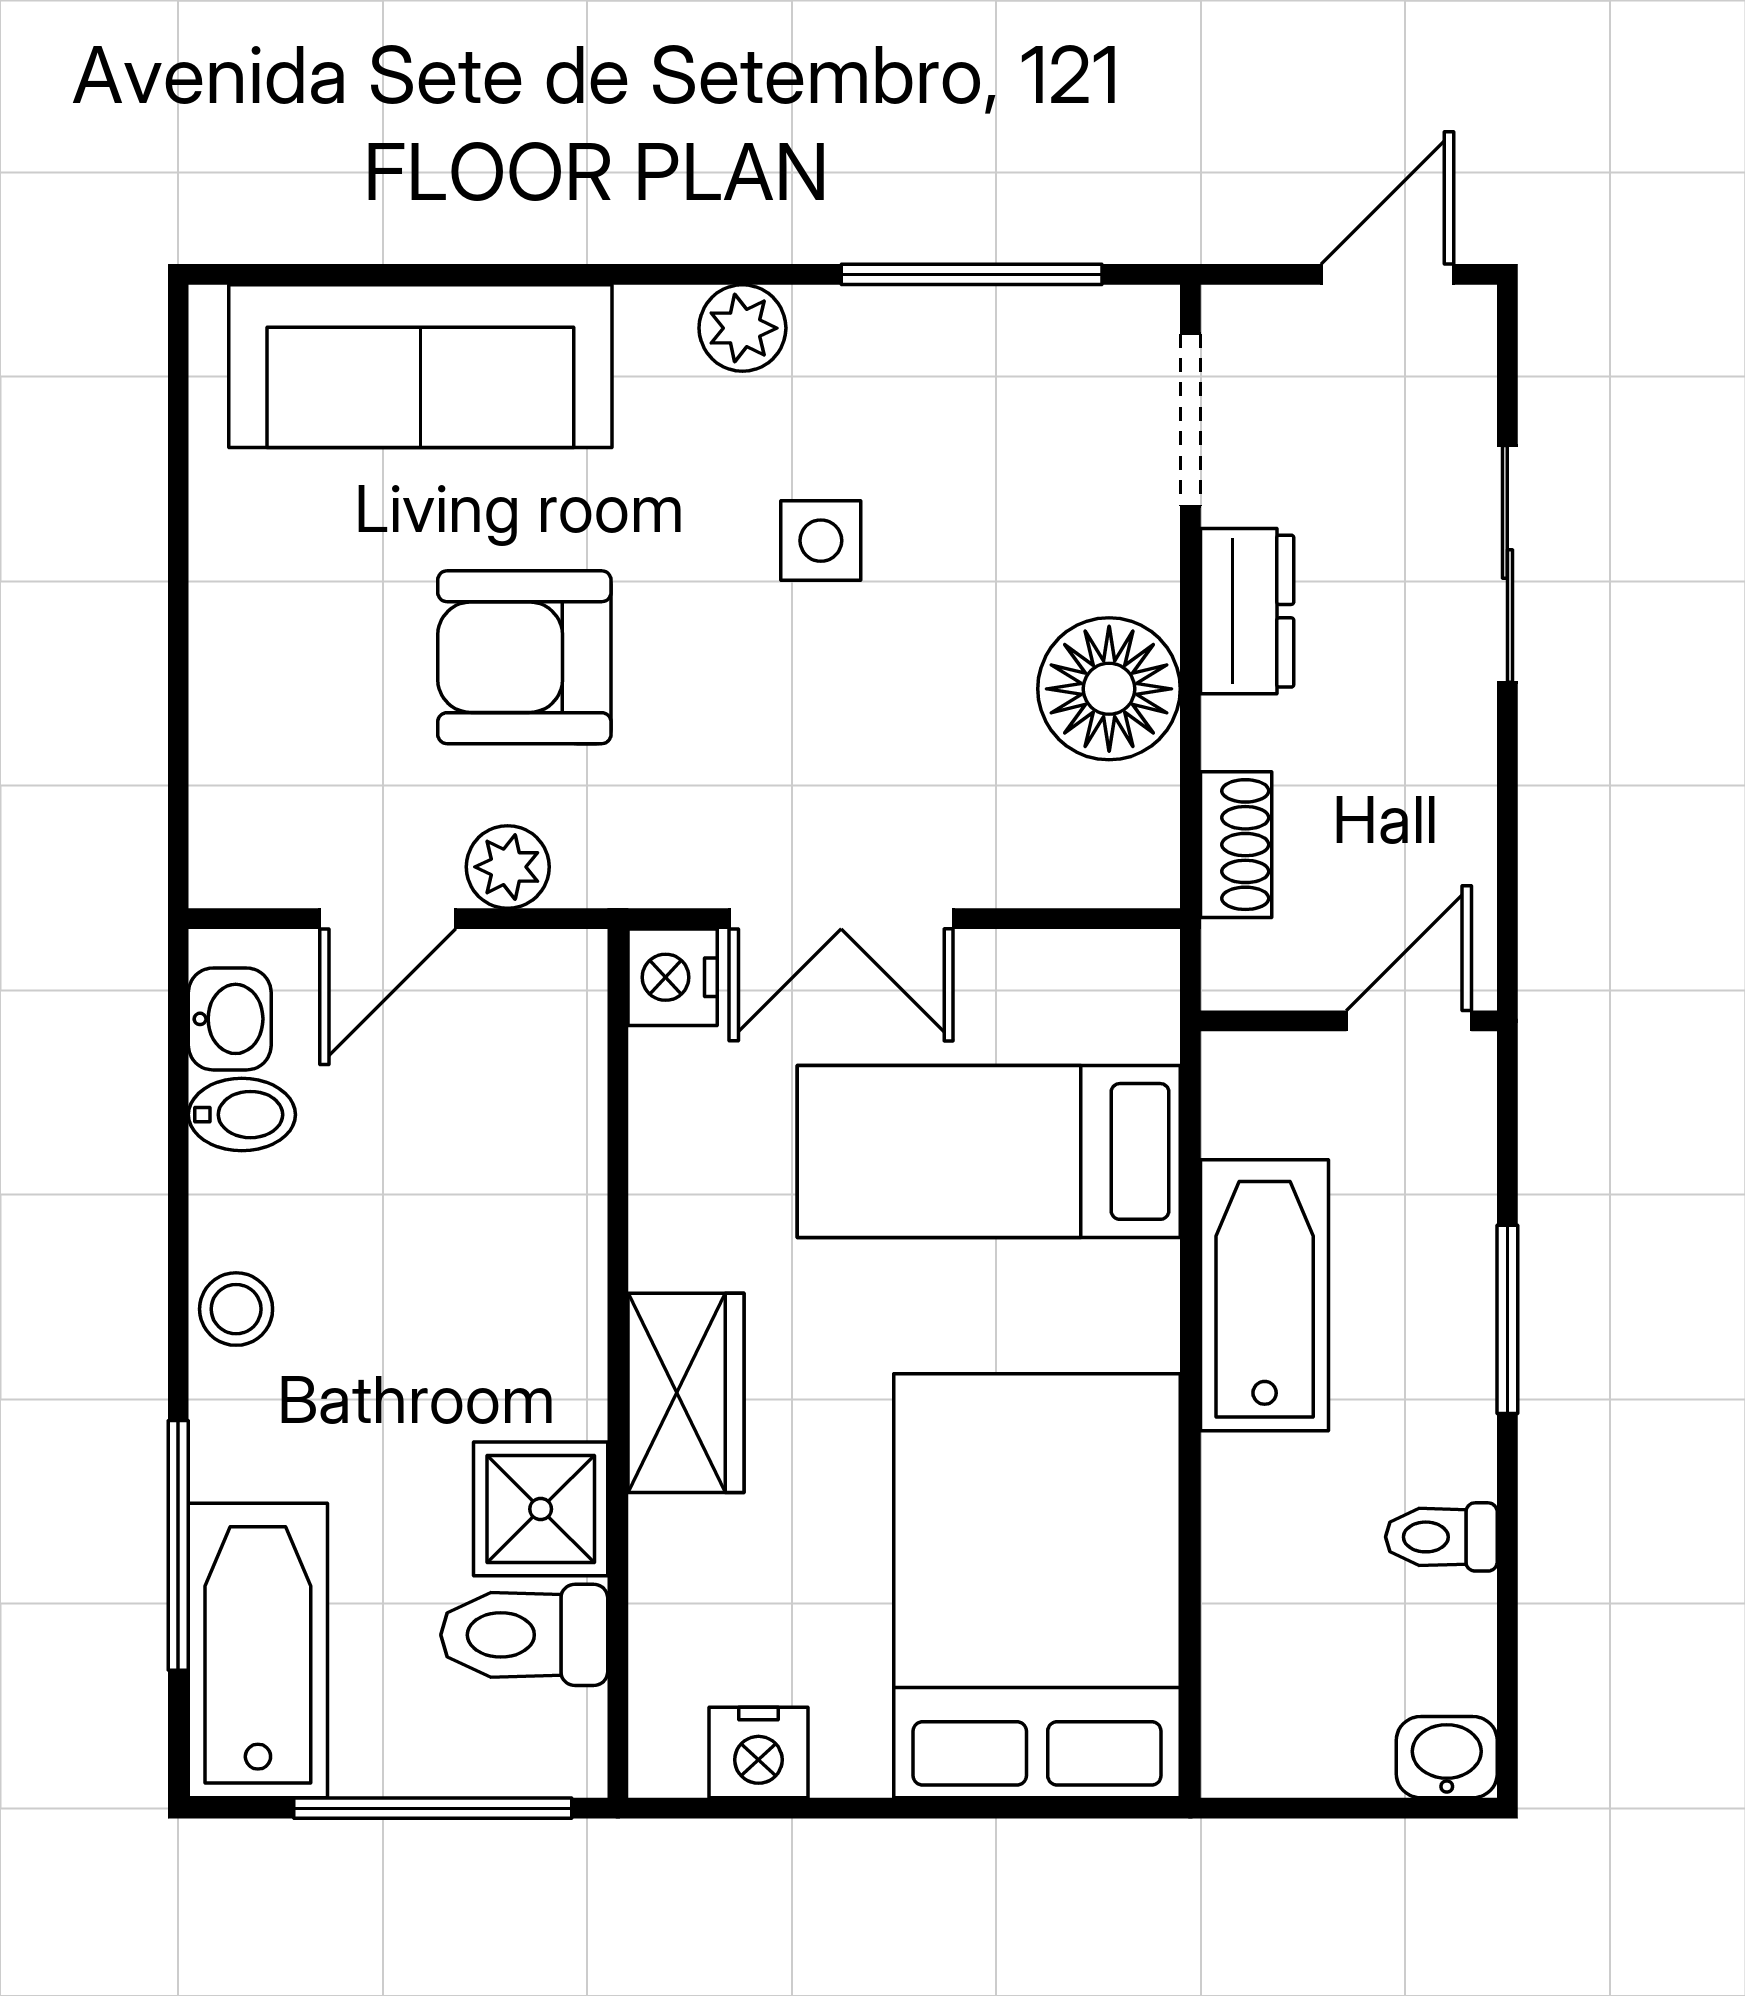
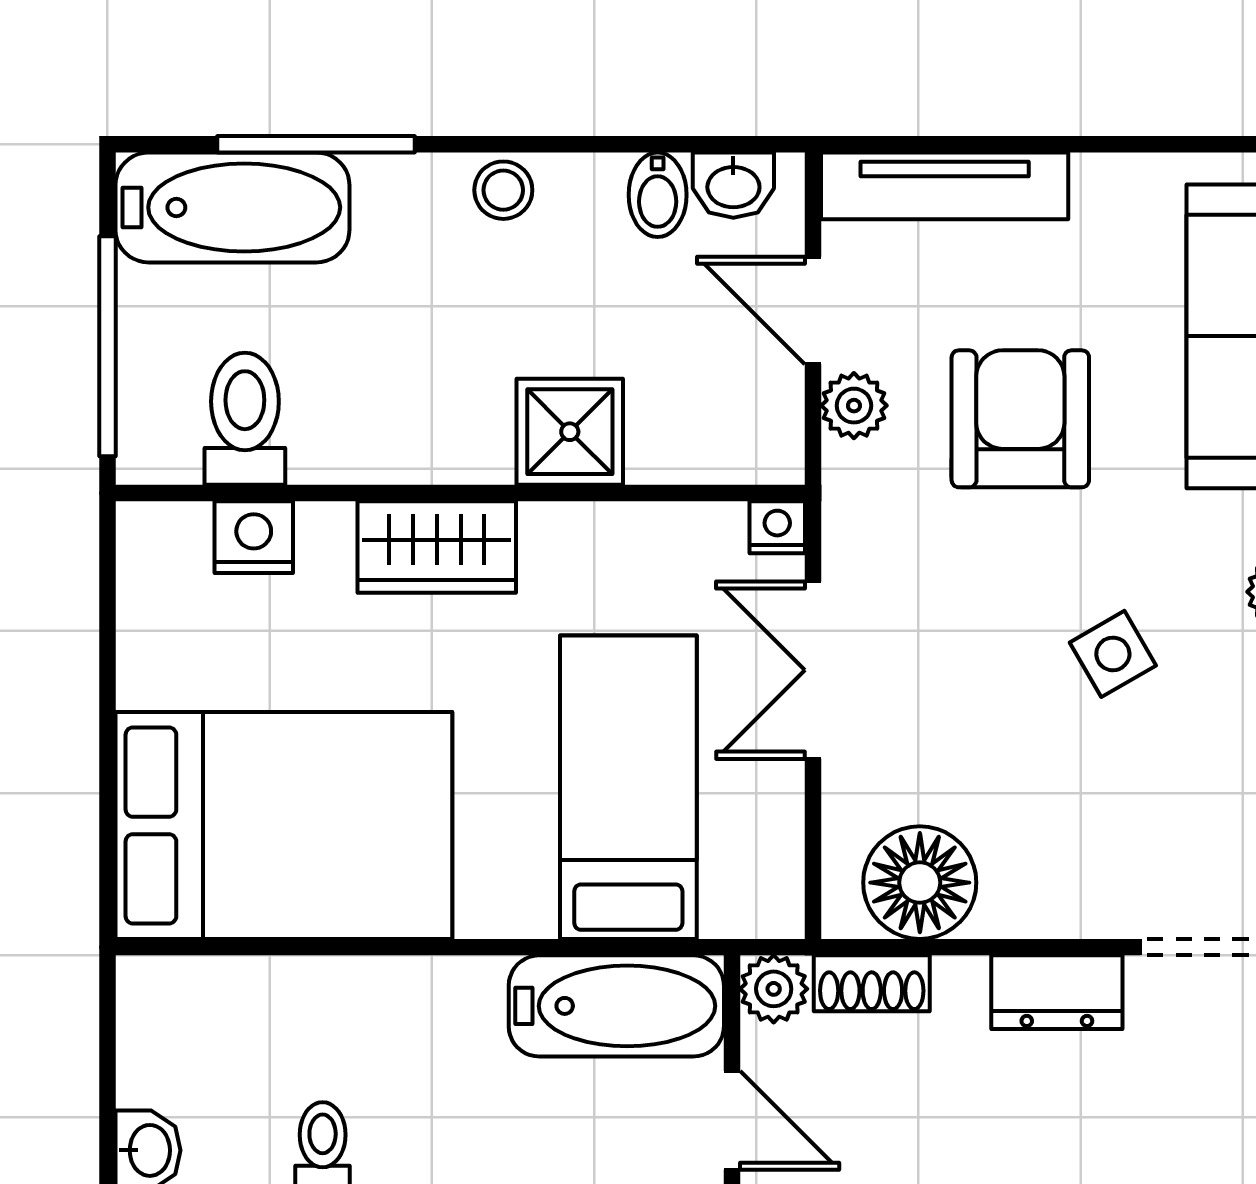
side table: (821, 541) -> (1113, 654), turned -30
floor lamp: (1109, 689) -> (920, 883), moved
tv unit: (231, 753) -> (945, 186), added
plant: (1243, 968) -> (774, 989), added
nightstand: (673, 977) -> (777, 527), width x0.72, depth x0.74
bathtub: (1265, 1295) -> (616, 1006), moved
shower: (541, 1509) -> (570, 432), moved
nightstand: (758, 1753) -> (254, 537), moved, turned 90

